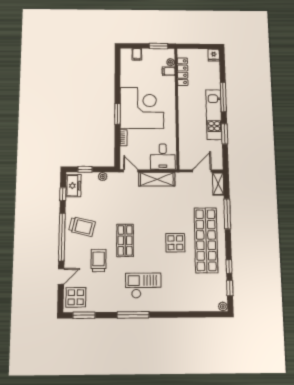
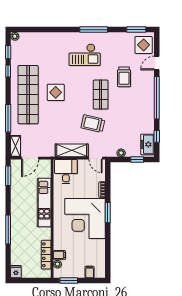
kitchen unit: (214, 115) -> (44, 203), moved, turned 180
window: (225, 134) -> (8, 176), moved
trolley: (82, 227) -> (93, 124), moved

